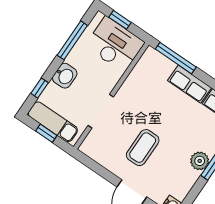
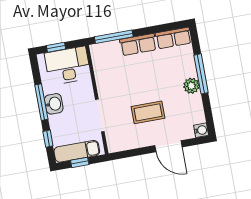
window: (72, 40) -> (41, 102), moved
washbasin: (65, 76) -> (54, 104), moved
coffee table: (143, 148) -> (148, 112), turned 90

